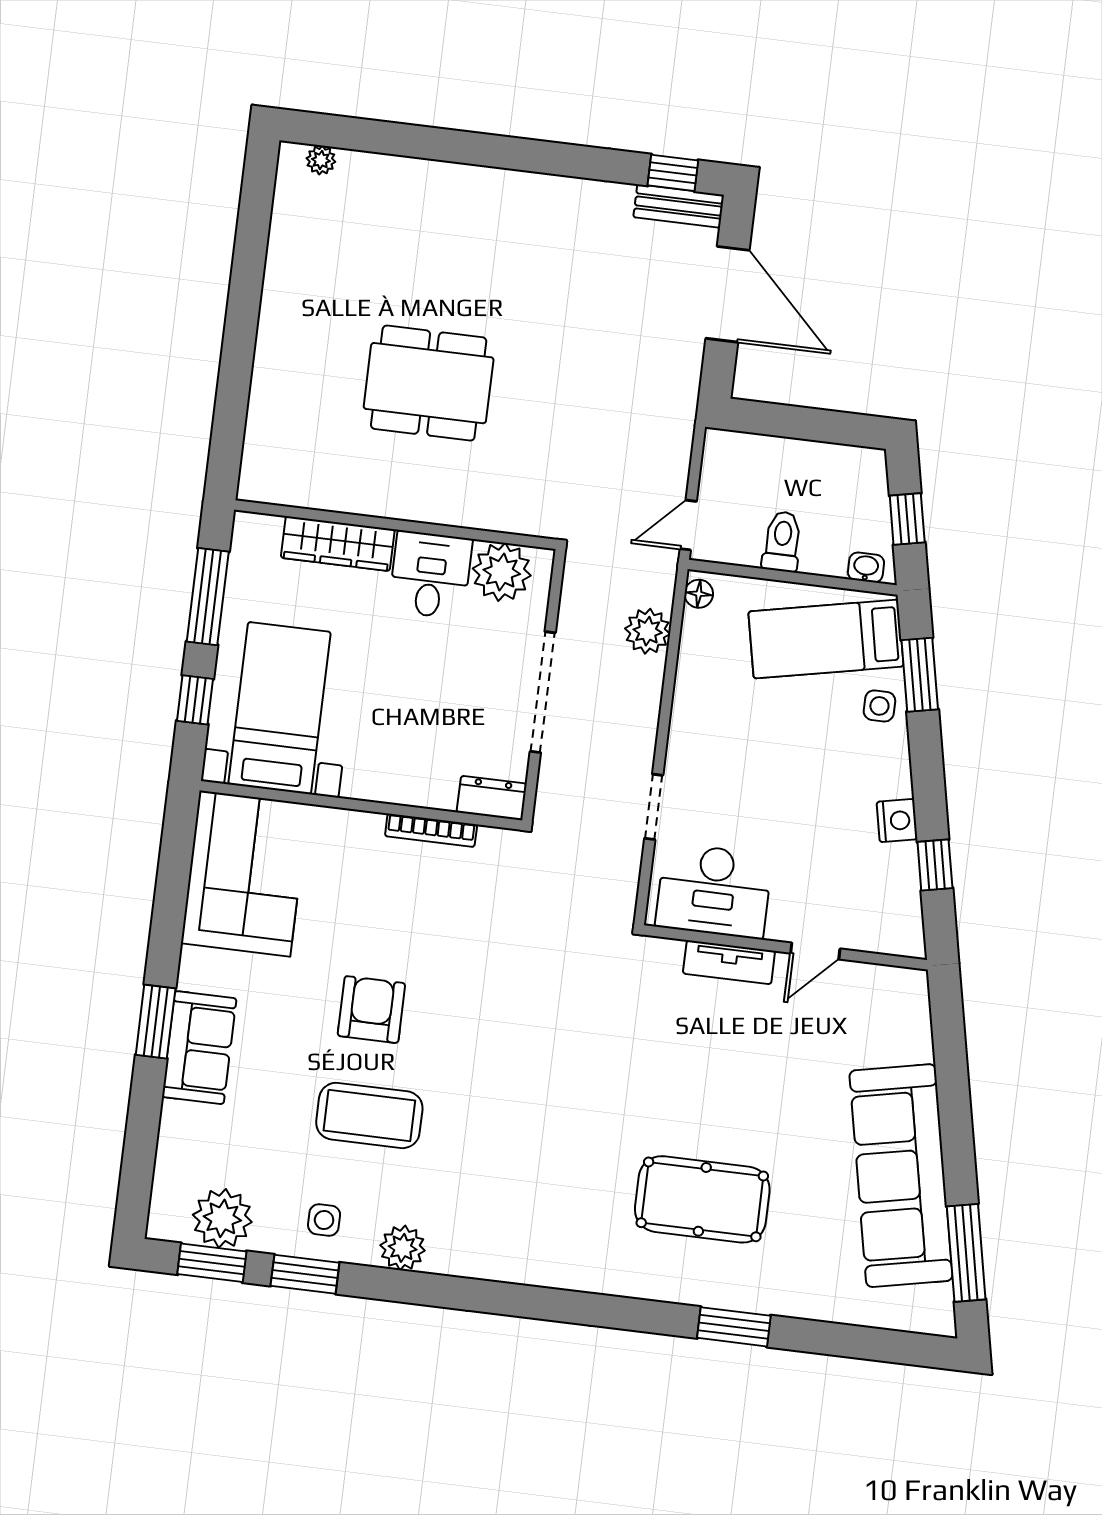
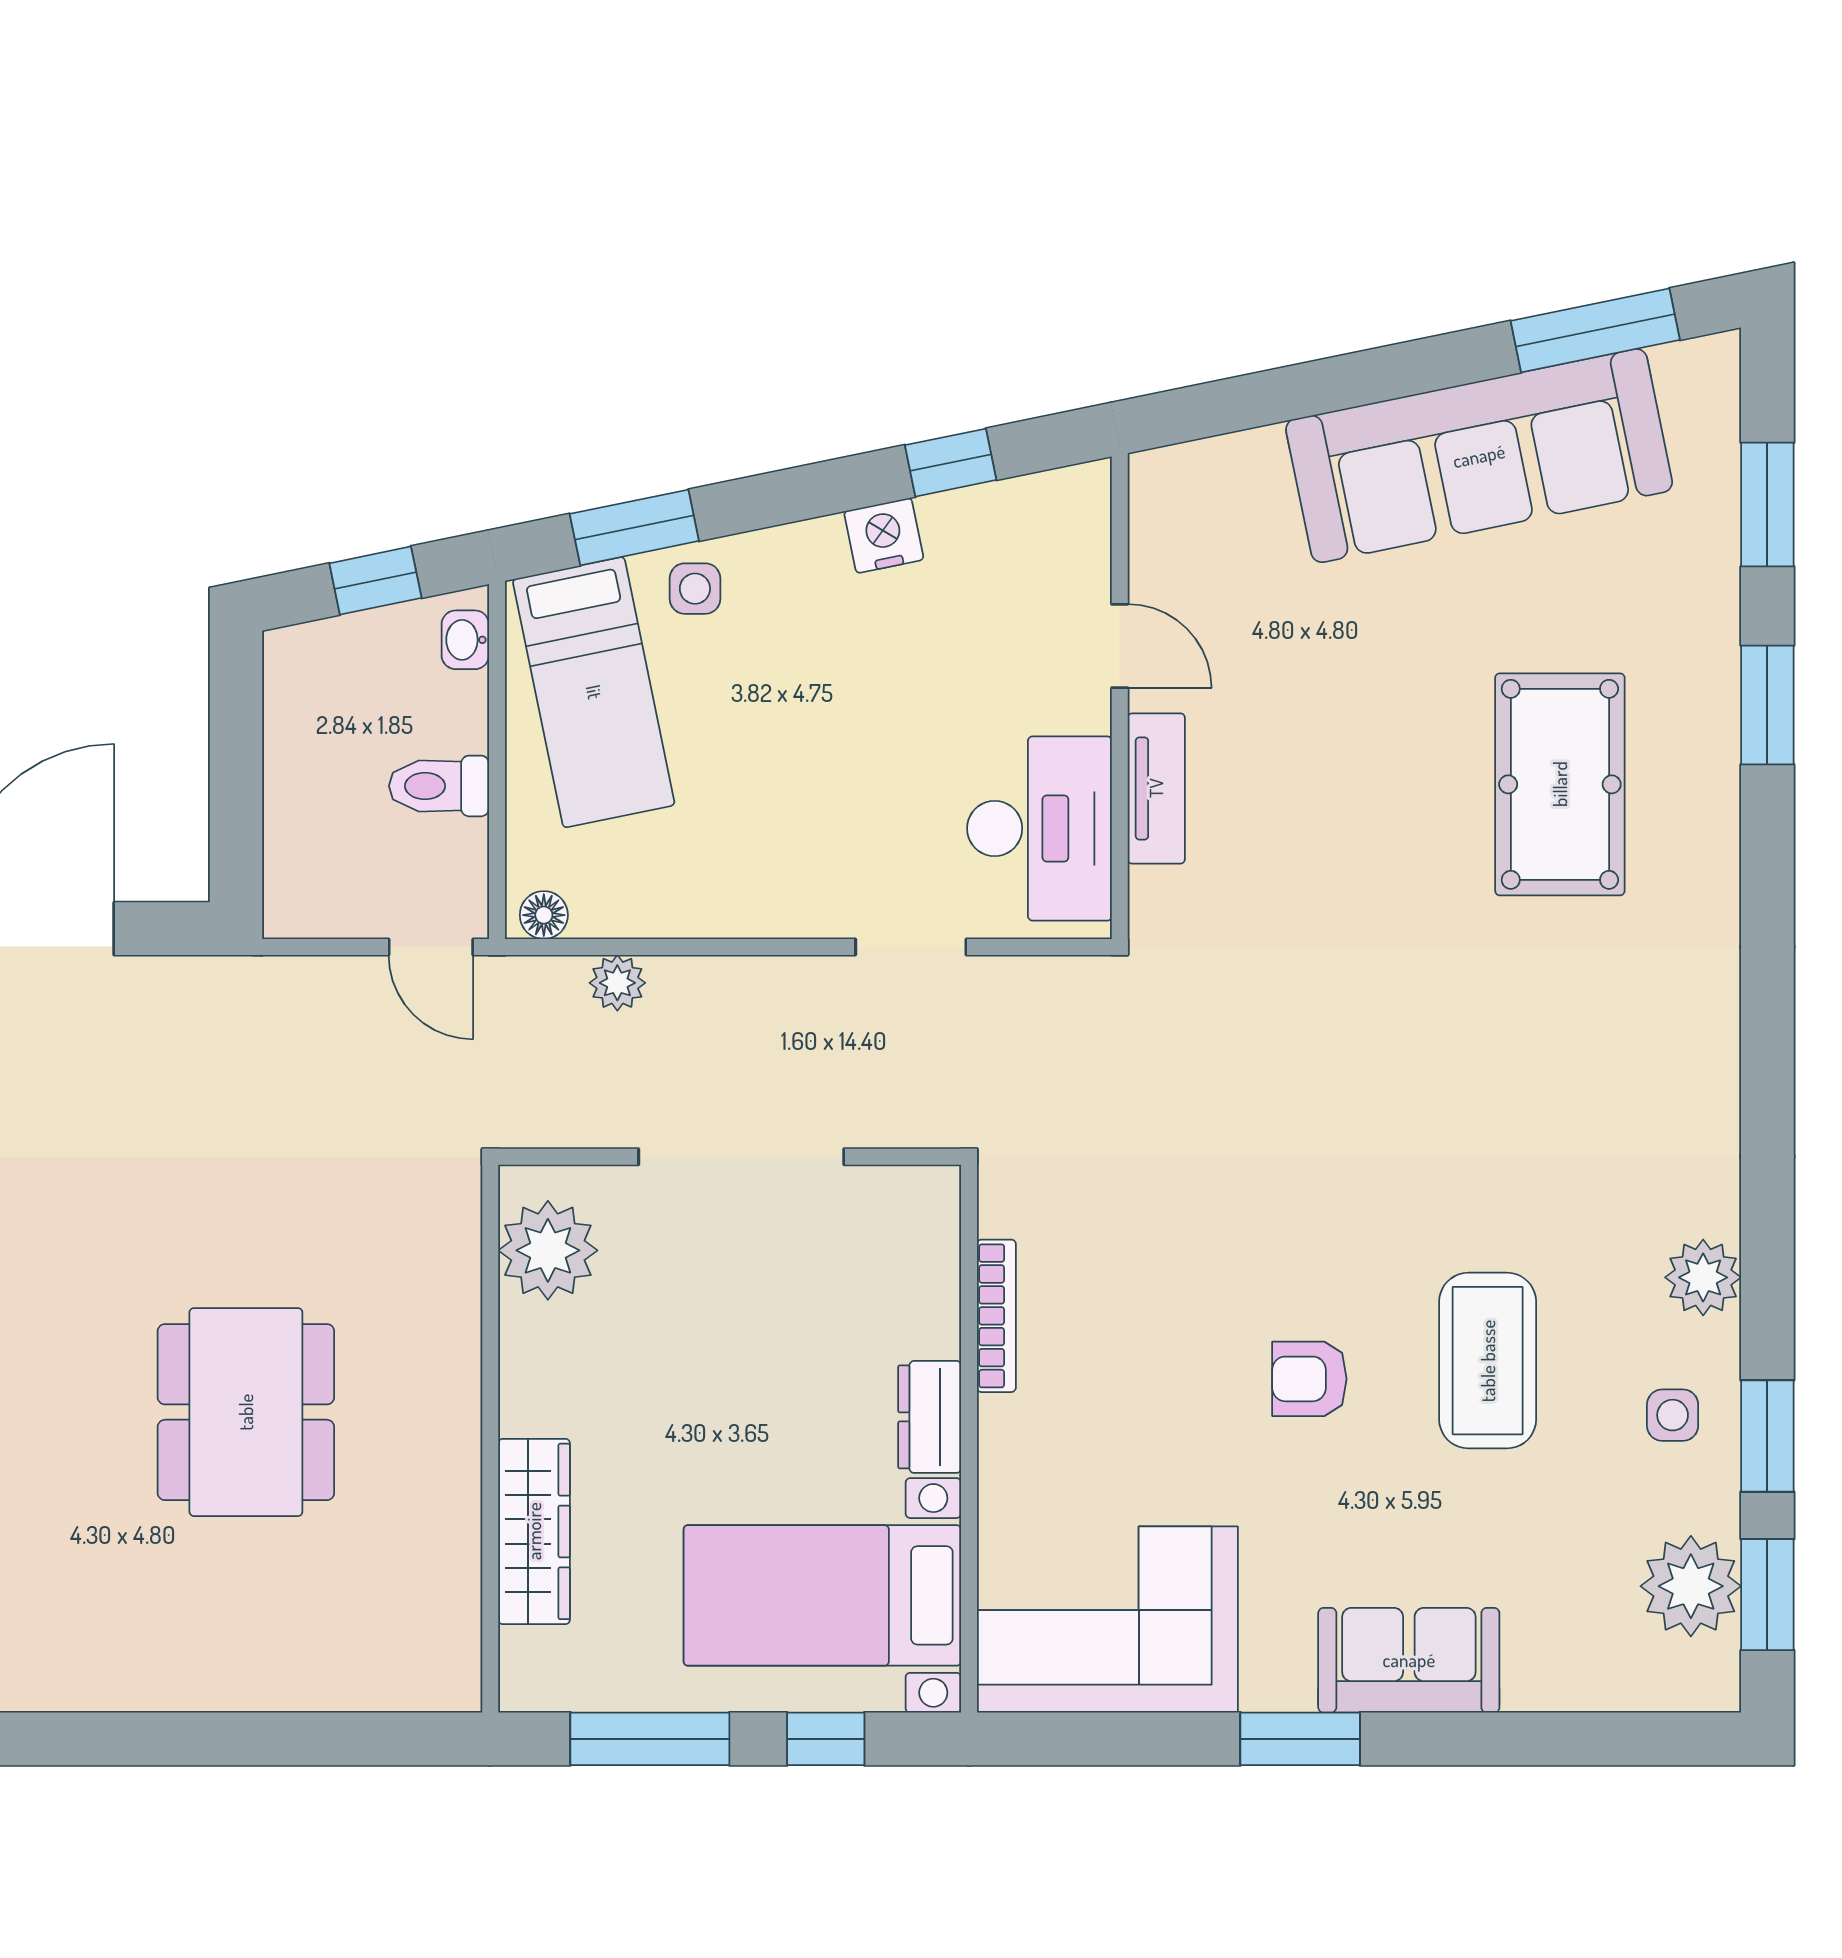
desk: (430, 575) -> (567, 1369), removed
plant: (648, 631) -> (617, 983), width x0.73, depth x0.73
dresser: (492, 798) -> (930, 1417), moved
armchair: (371, 1010) -> (1309, 1379), width x0.72, depth x0.72
window: (156, 1022) -> (1300, 1739), moved
window: (852, 1341) -> (1767, 504), added

